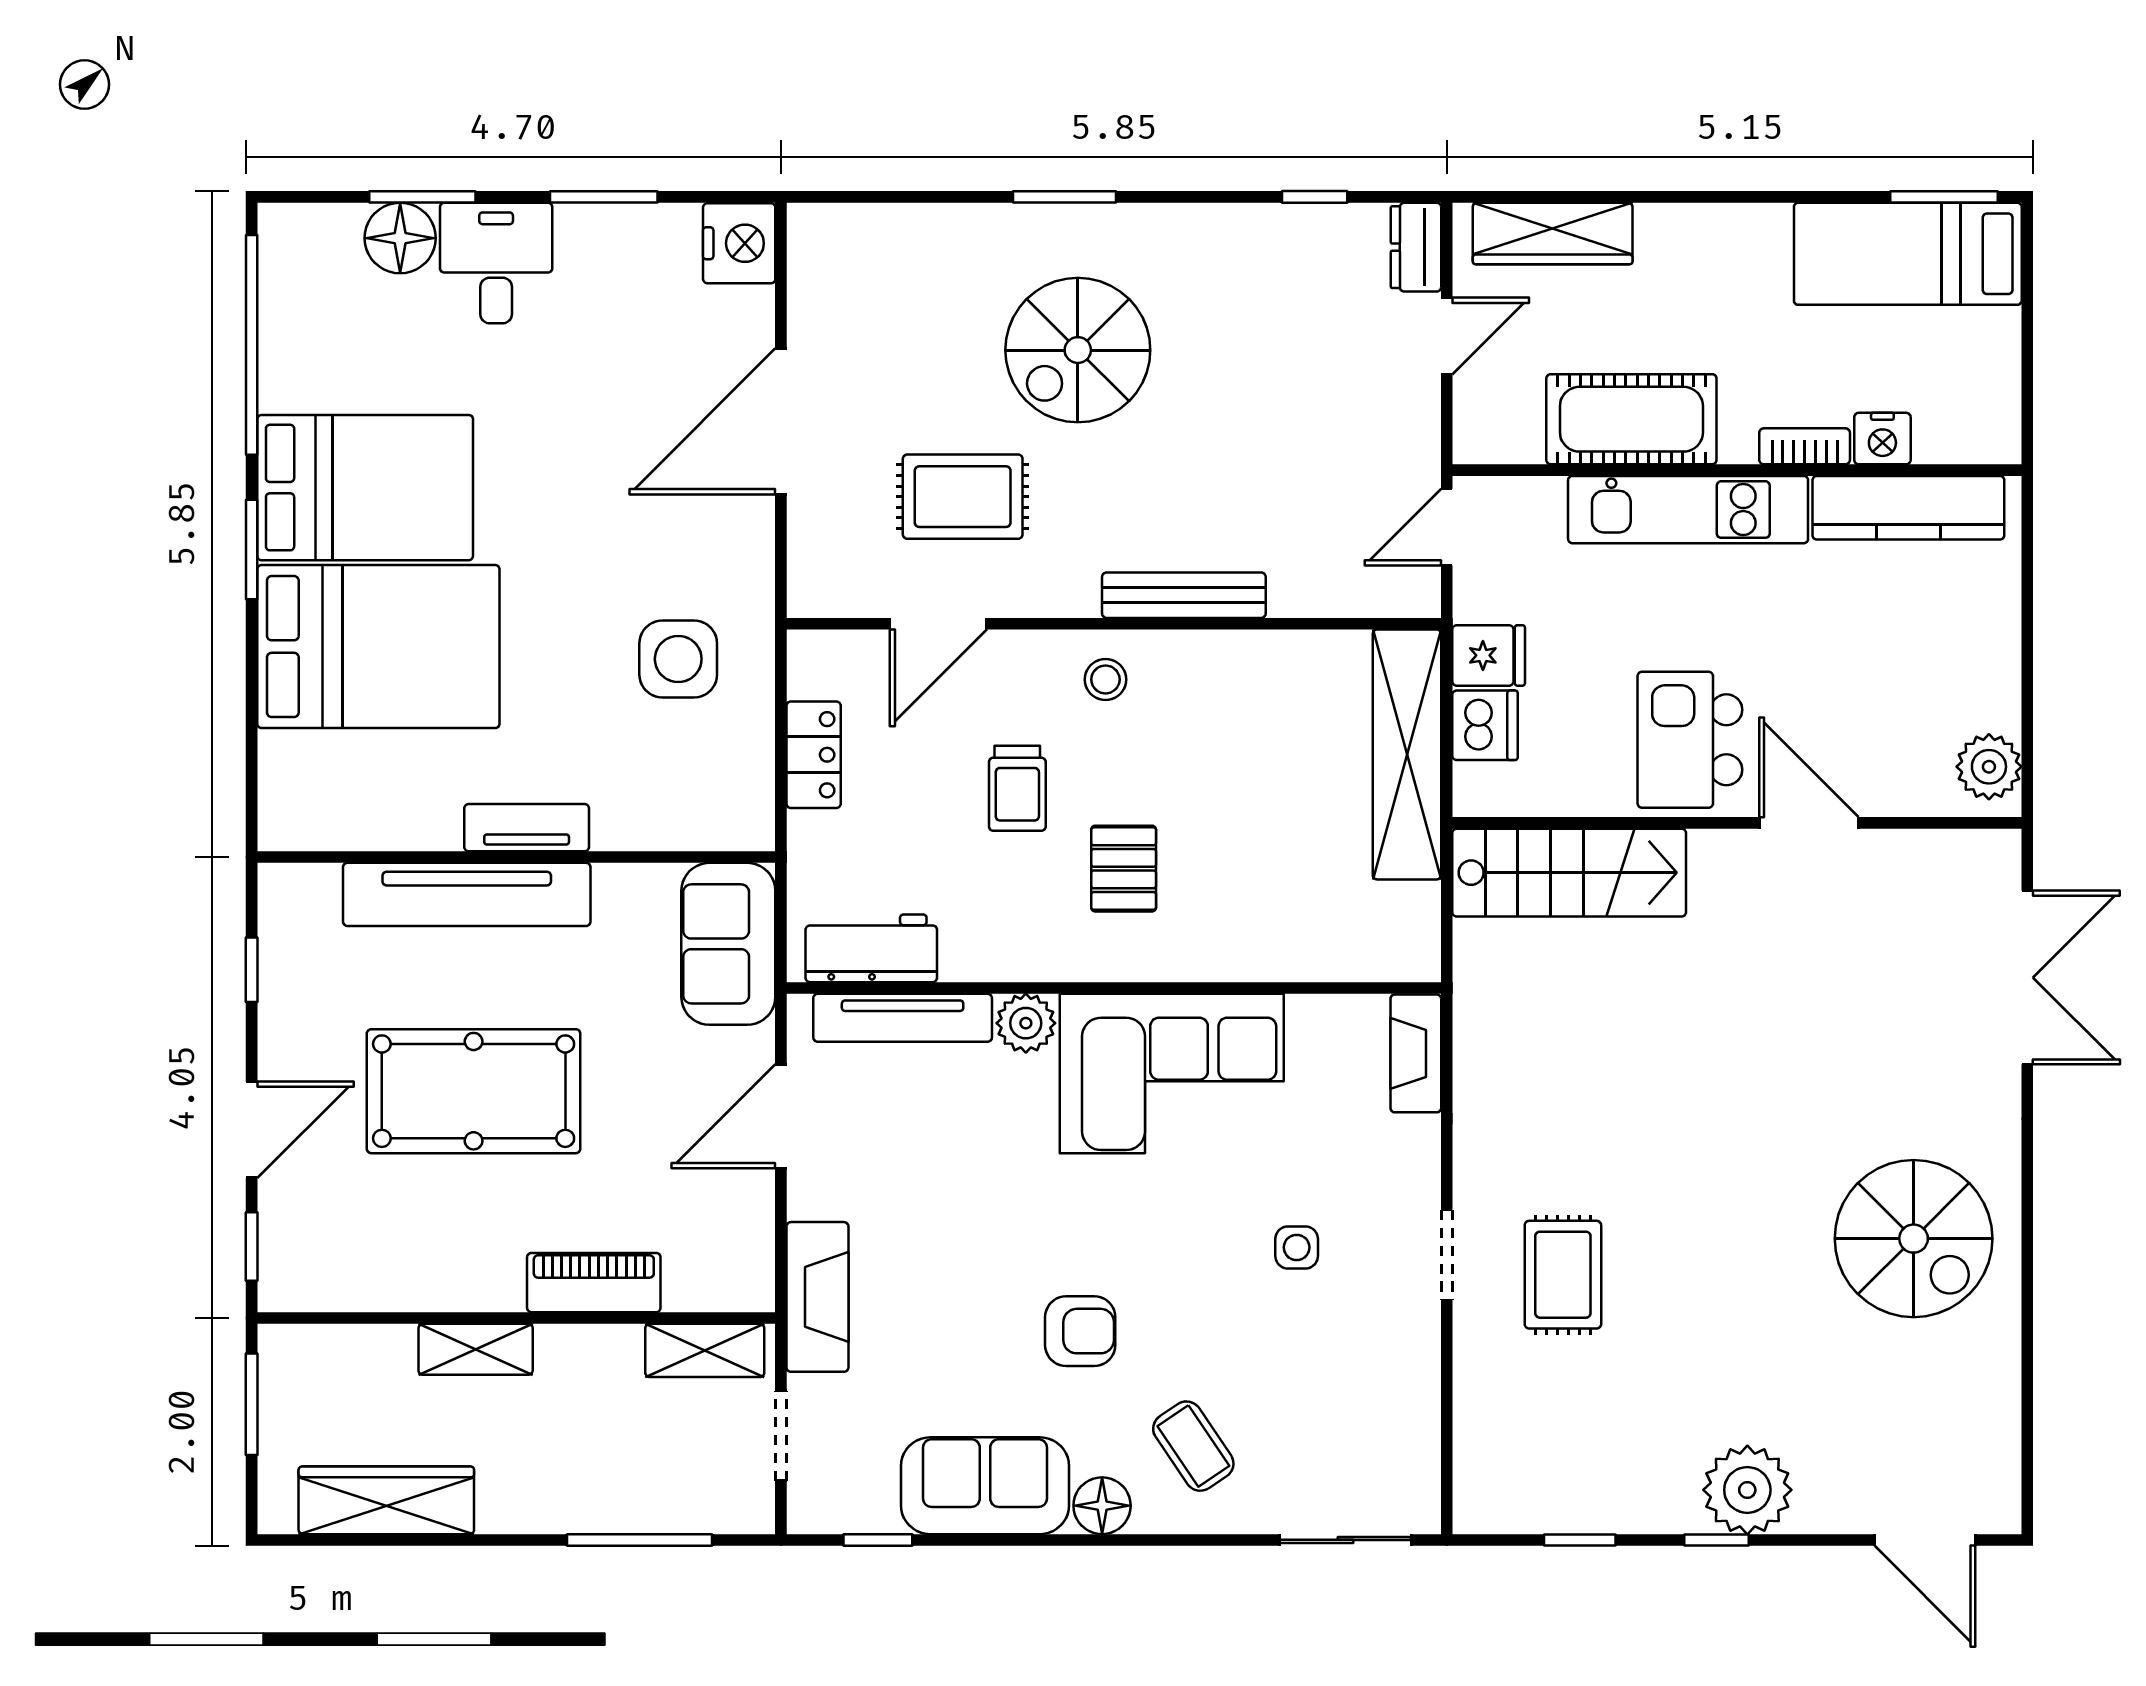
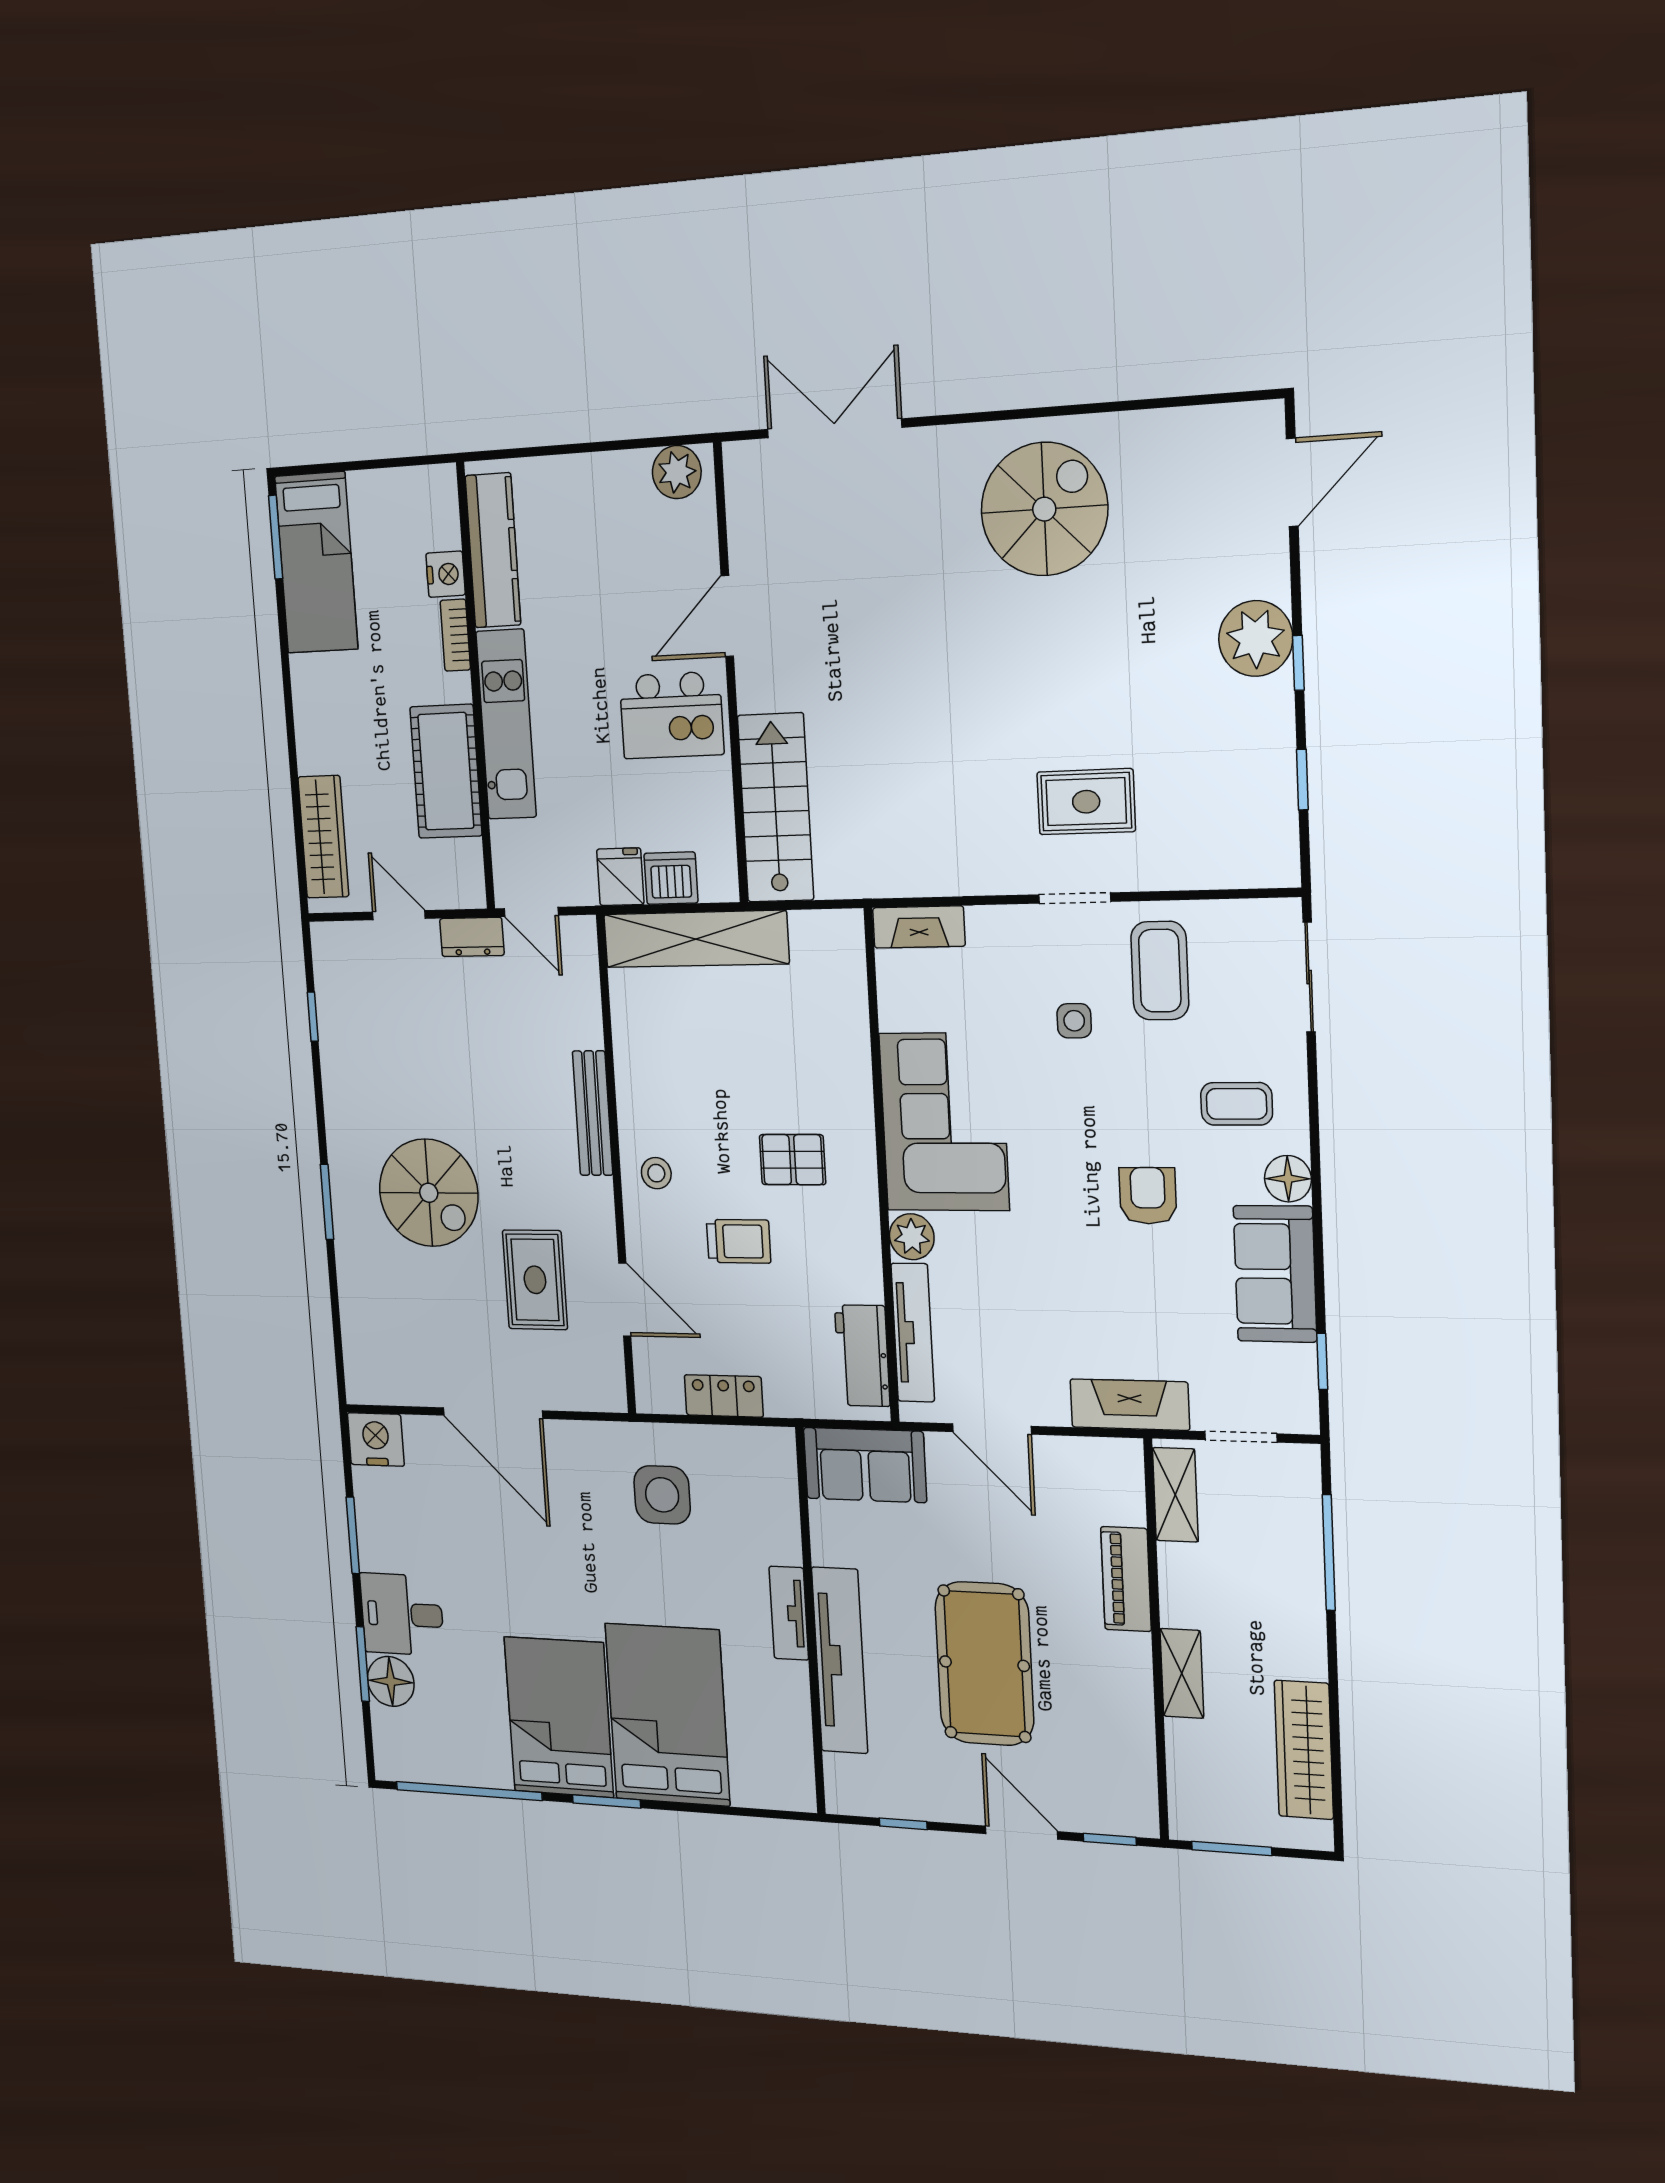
dresser: (1416, 247) -> (472, 937), moved
coffee table: (1356, 1358) -> (1160, 971), added
coffee table: (1193, 1446) -> (1237, 1104), turned 34

